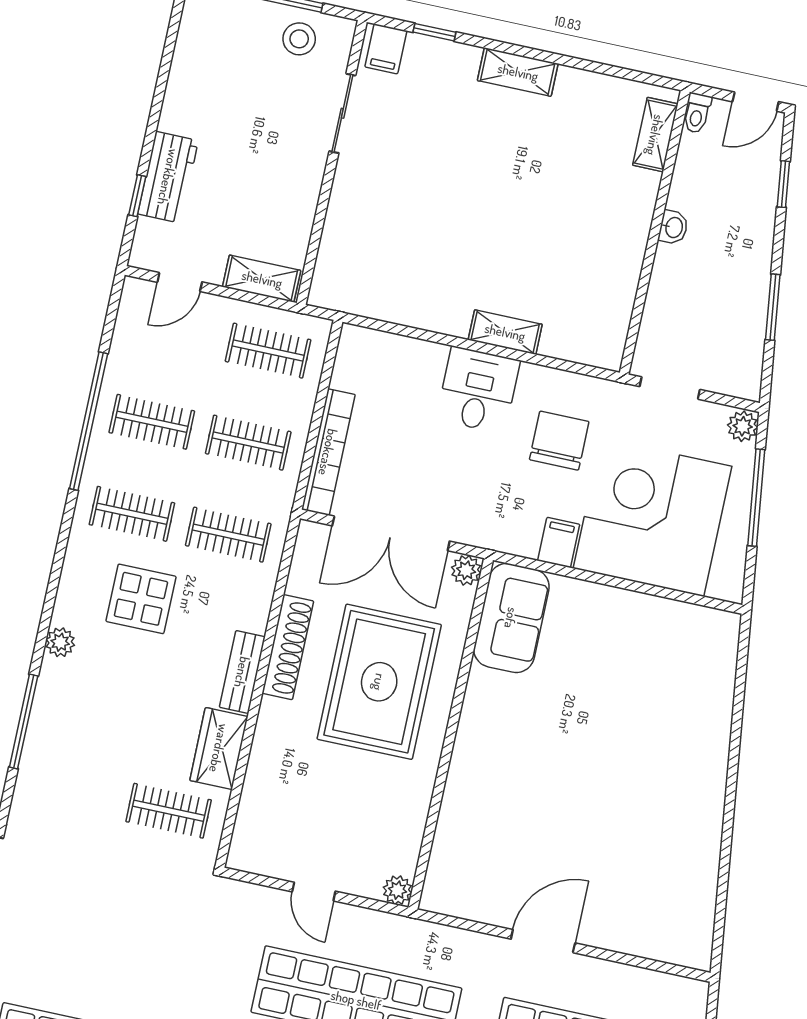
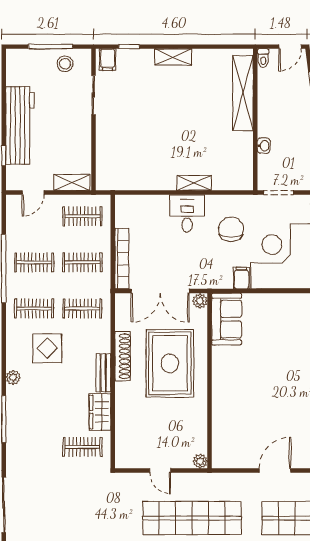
shelving: (655, 135) -> (243, 93), width x2.20, depth x1.33
workbench: (168, 177) -> (20, 125), width x1.88, depth x1.32
washbasin: (673, 227) -> (264, 146), moved

